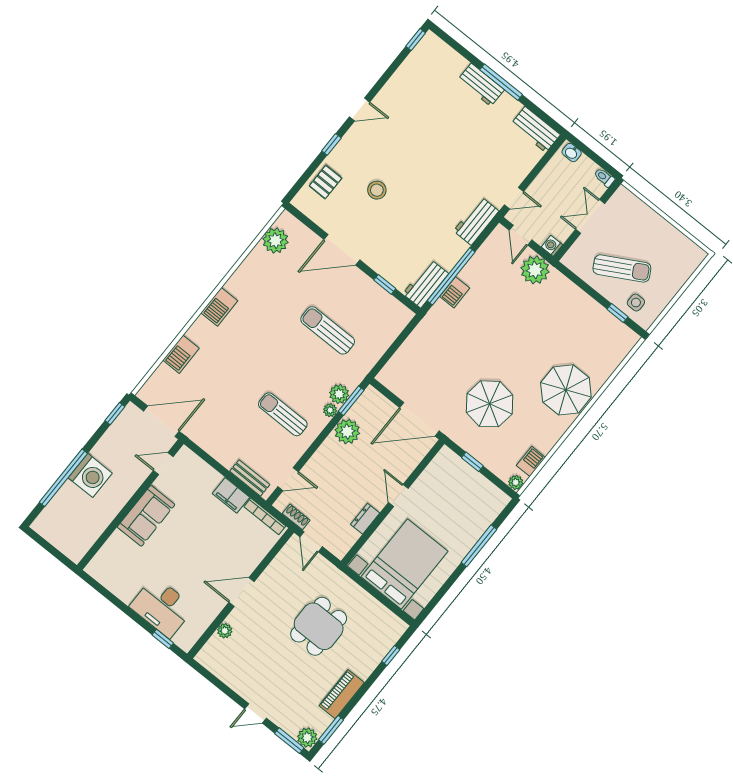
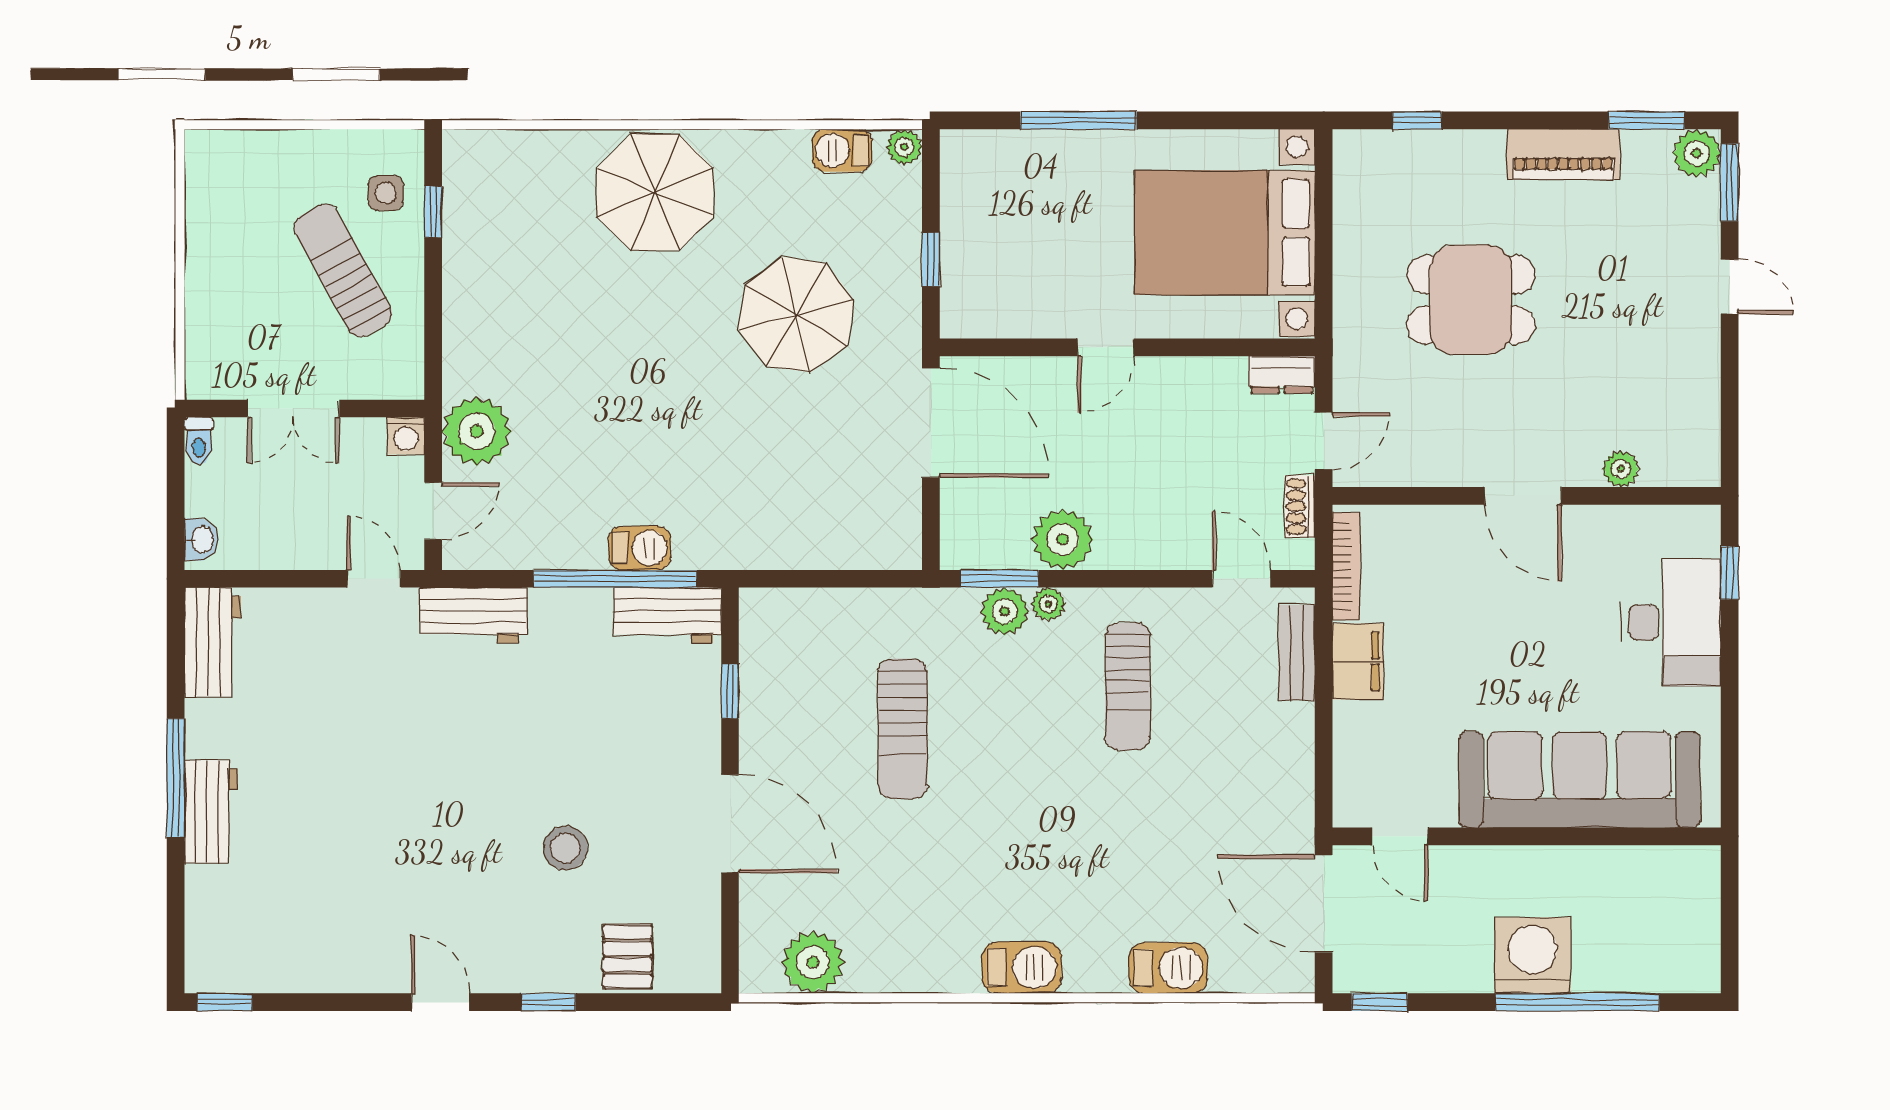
pallet: (326, 182) -> (628, 956), turned 90
sofa: (146, 516) -> (1579, 780), width x1.85, depth x1.27
dresser: (365, 519) -> (1282, 375), moved

